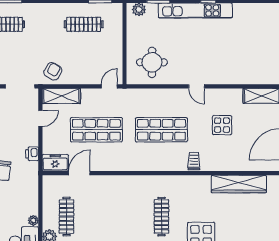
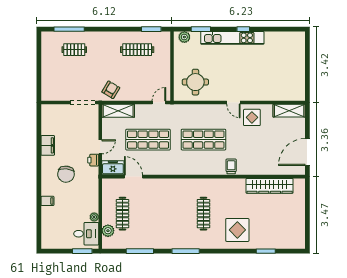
door: (40, 118) -> (100, 147), moved
display table: (222, 125) -> (252, 117), moved
door: (79, 173) -> (133, 177), hinge flipped

